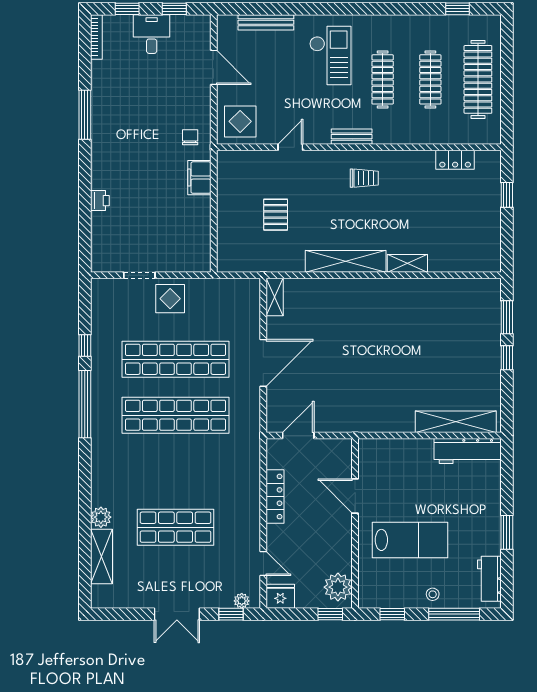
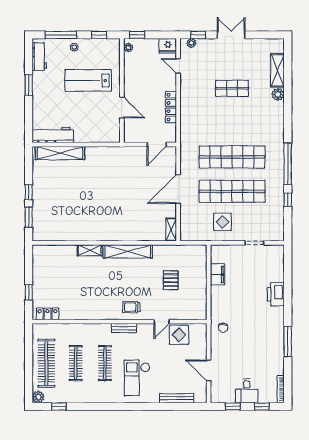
plant: (491, 24) -> (38, 397), added
display table: (240, 121) -> (179, 335), moved
locker: (455, 160) -> (48, 314), moved
filing cabinet: (199, 178) -> (217, 274), moved
trolley: (364, 178) -> (131, 307), moved
printer: (100, 201) -> (276, 294), width x1.87, depth x1.48
display table: (170, 299) -> (222, 222), moved
shop shelf: (176, 527) -> (232, 88), width x0.70, depth x0.74
plant: (338, 587) -> (128, 47), width x0.53, depth x0.53

